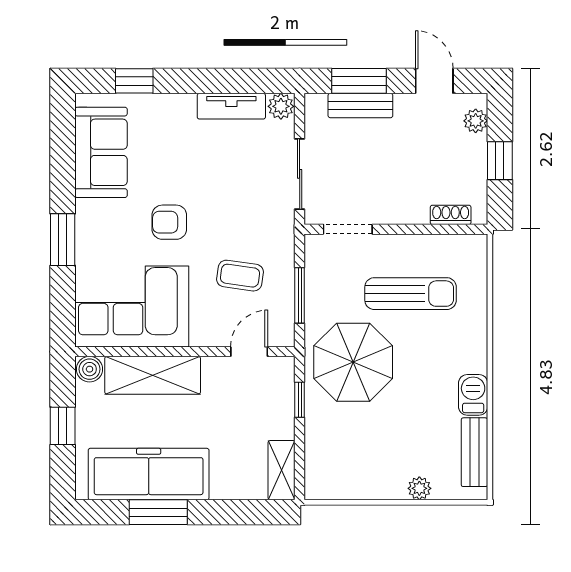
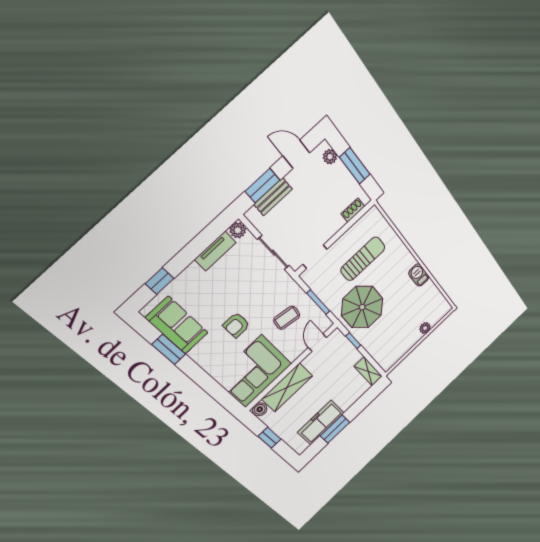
window: (500, 161) -> (355, 166), width x1.50
window: (63, 240) -> (169, 349), moved
bench: (474, 452) -> (436, 296), removed
freezer: (149, 474) -> (321, 423), width x0.73, depth x0.79

